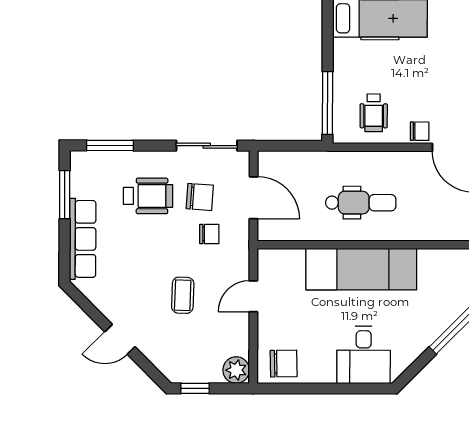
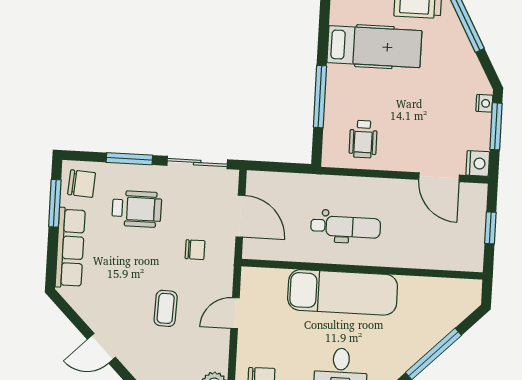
window: (327, 103) -> (320, 97), moved
chair: (420, 131) -> (407, 160), removed
window: (110, 145) -> (129, 159), moved
chair: (200, 197) -> (82, 184), moved

